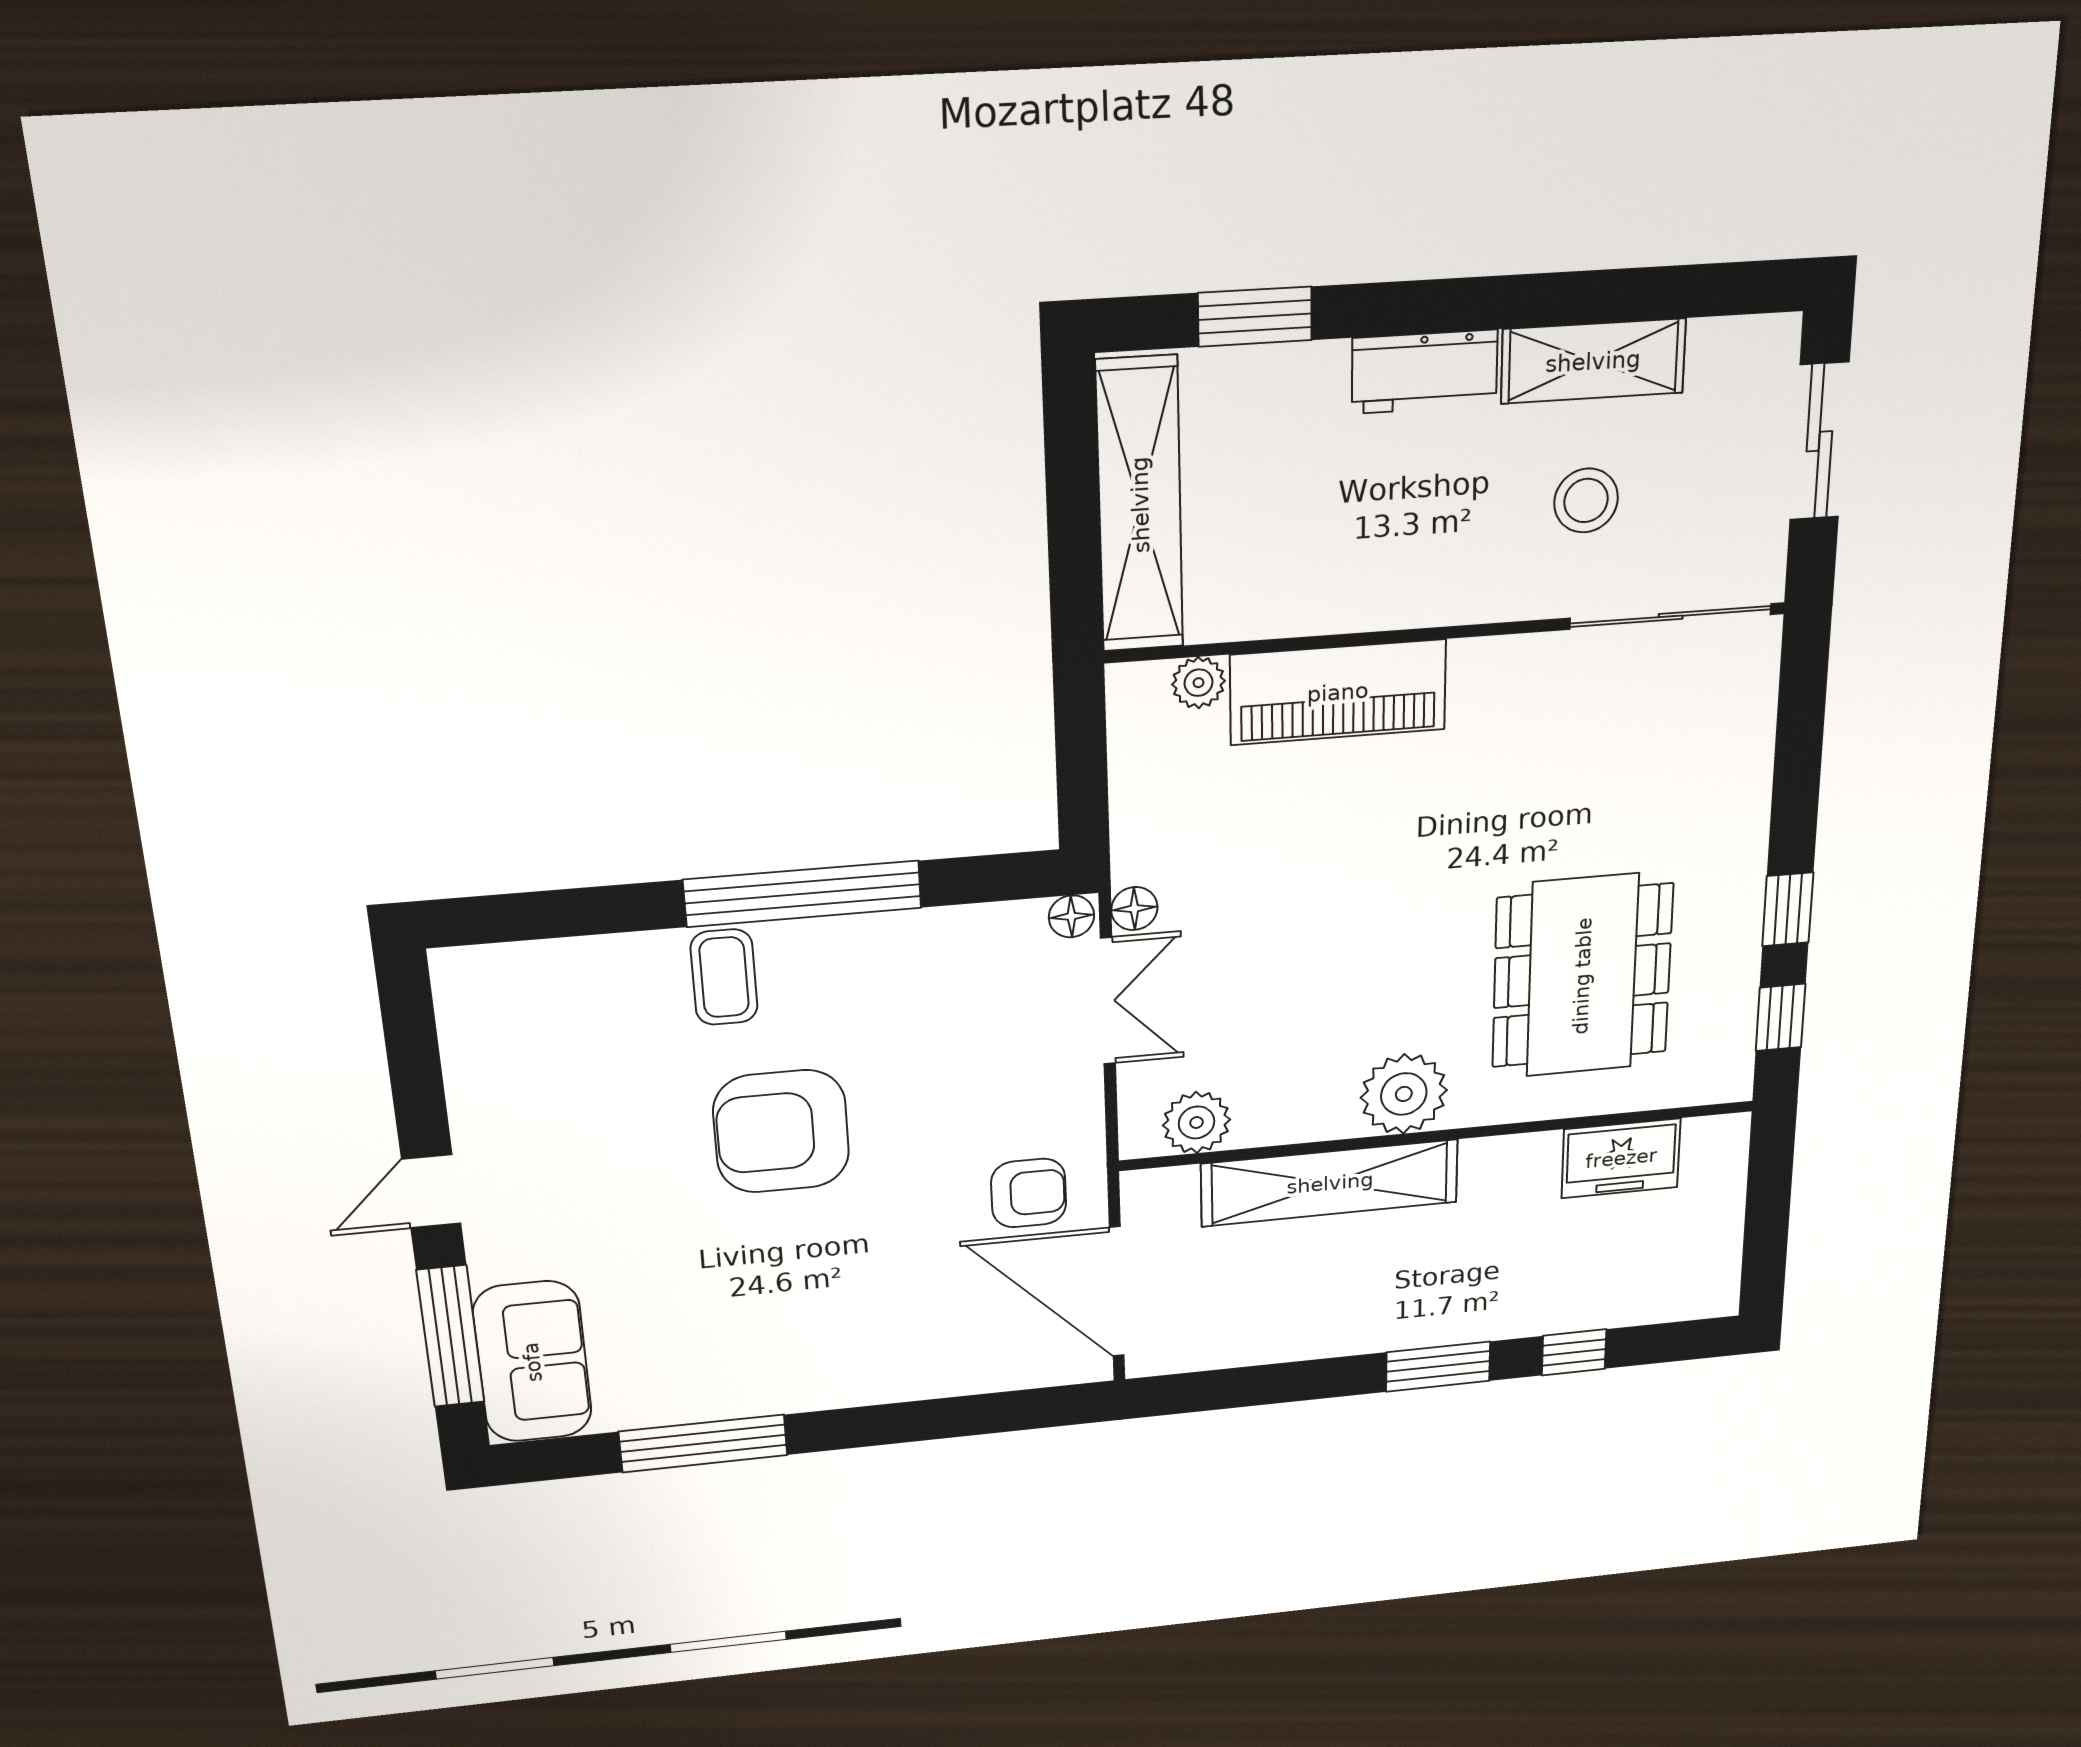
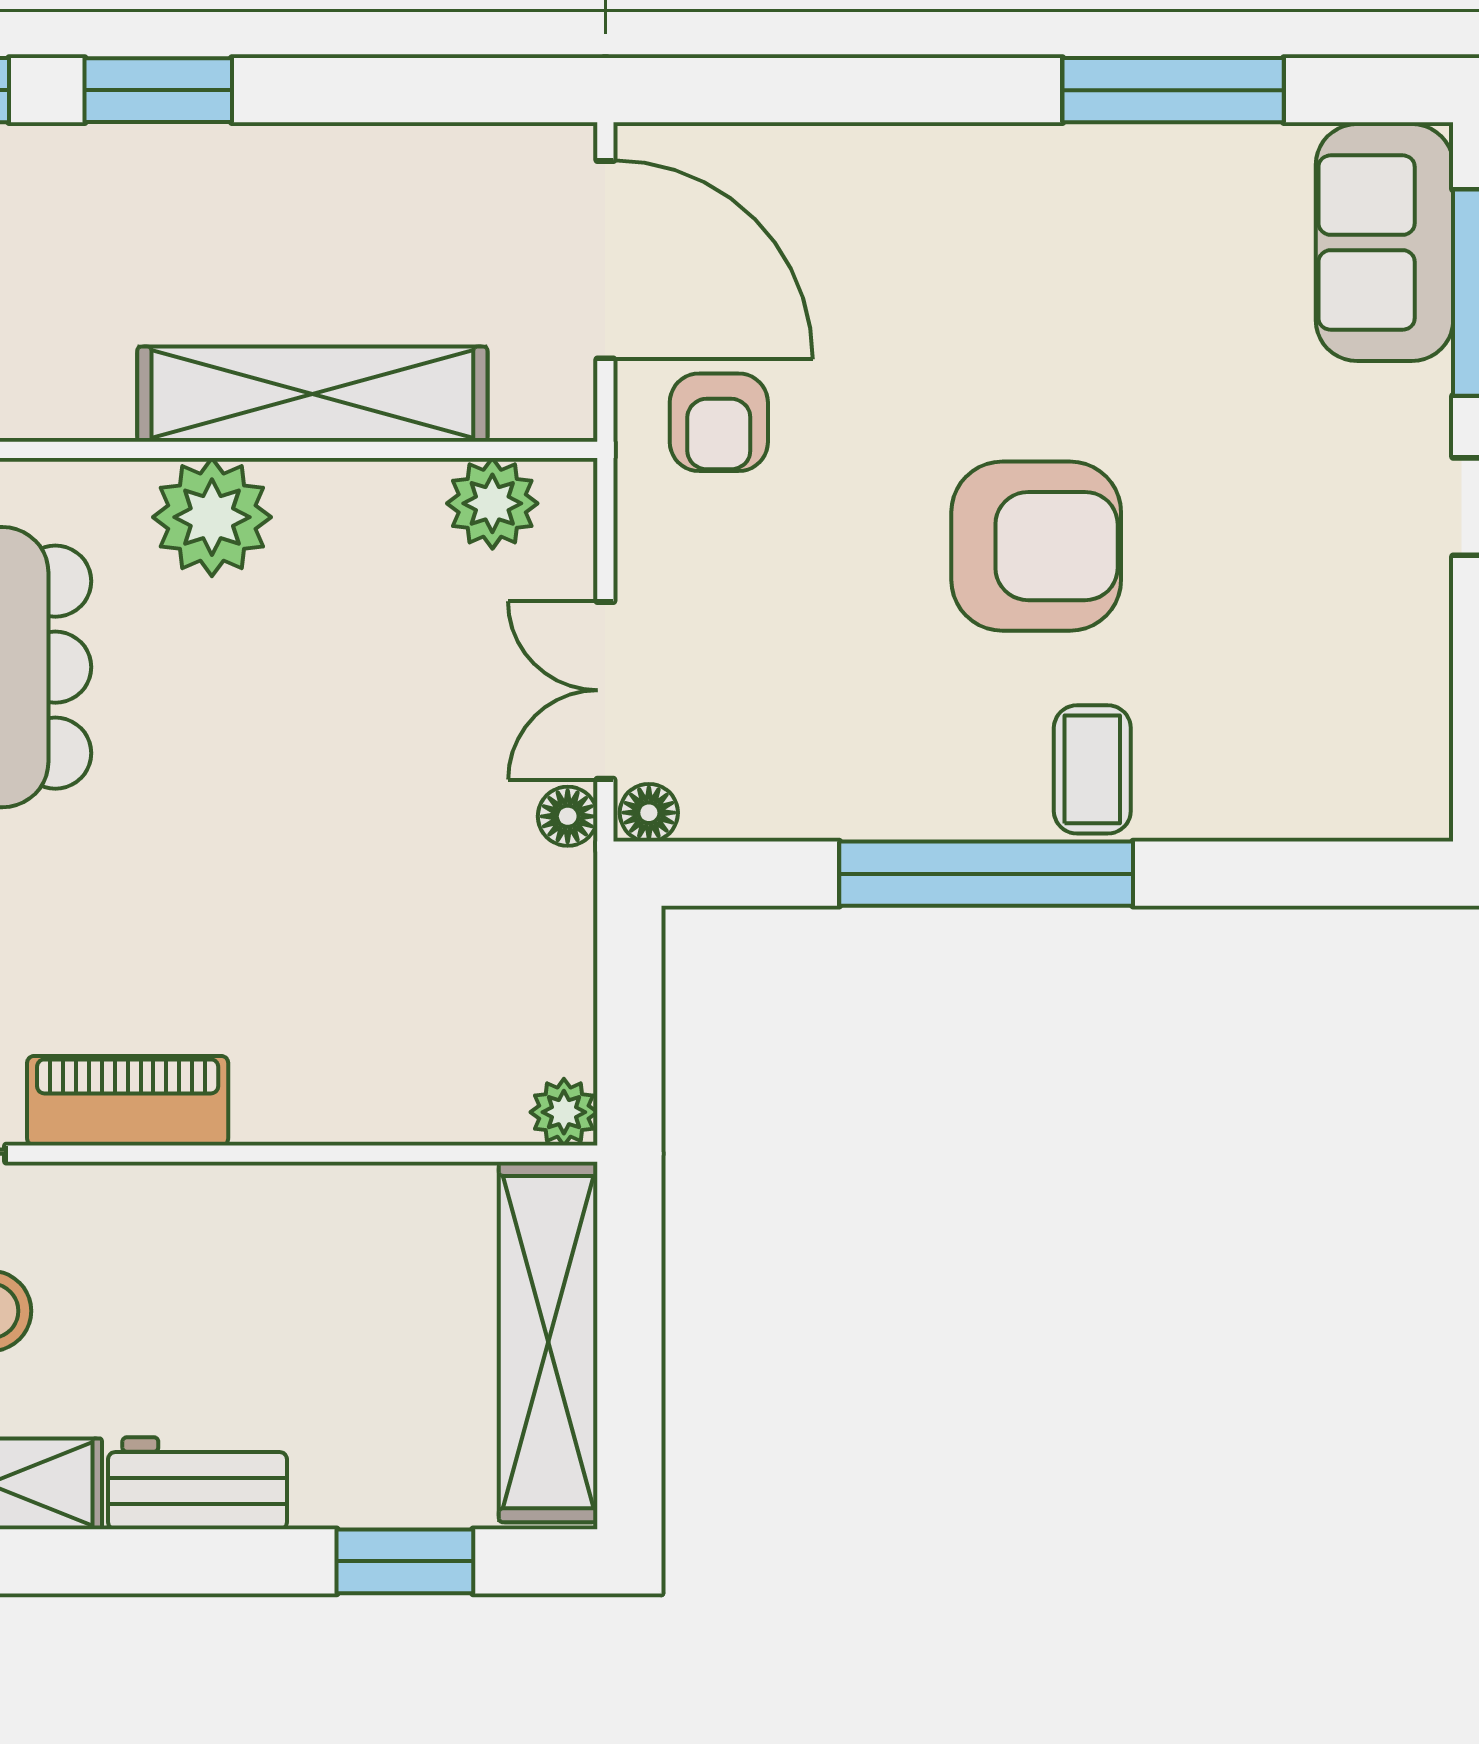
plant: (1198, 683) -> (564, 1112), moved
piano: (1338, 692) -> (128, 1101), moved, width x0.73, depth x0.75
armchair: (1029, 1193) -> (719, 422), turned -90

